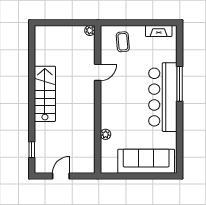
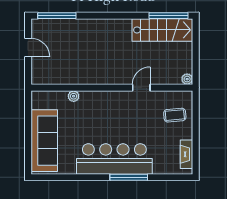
window: (32, 48) -> (168, 16), added
door: (98, 72) -> (141, 88), swing flipped
stairs: (45, 94) -> (162, 30), moved
window: (32, 150) -> (57, 16), width x2.17

